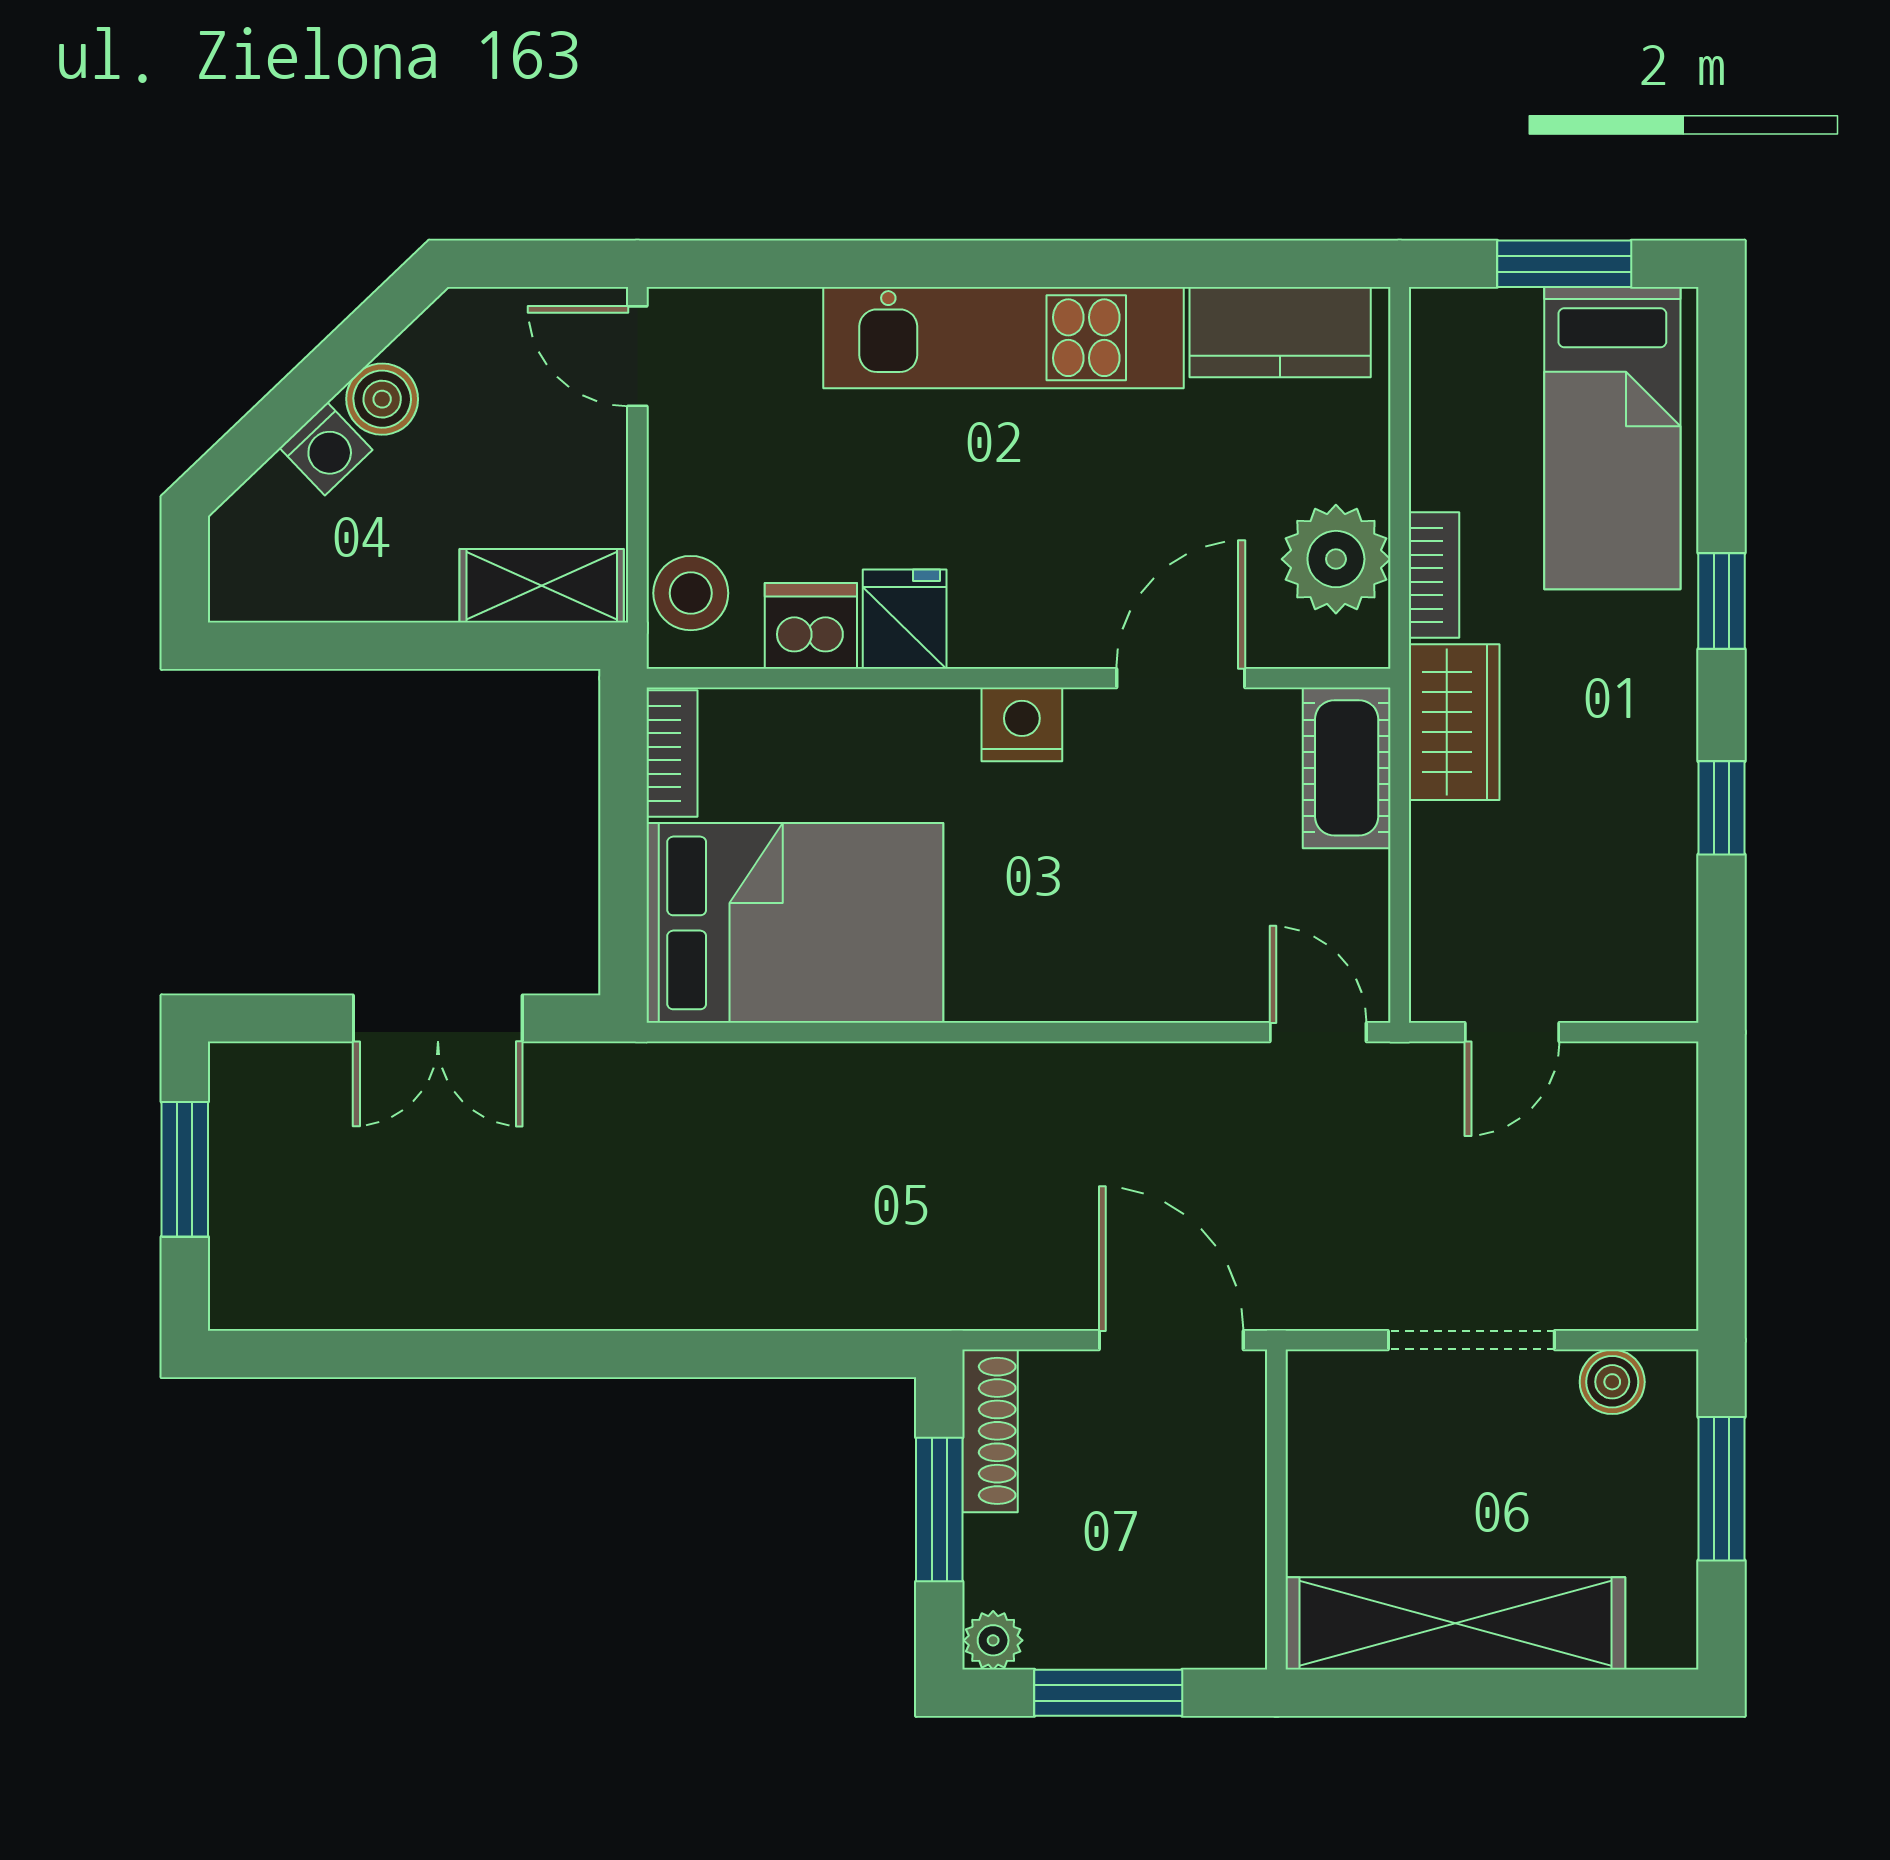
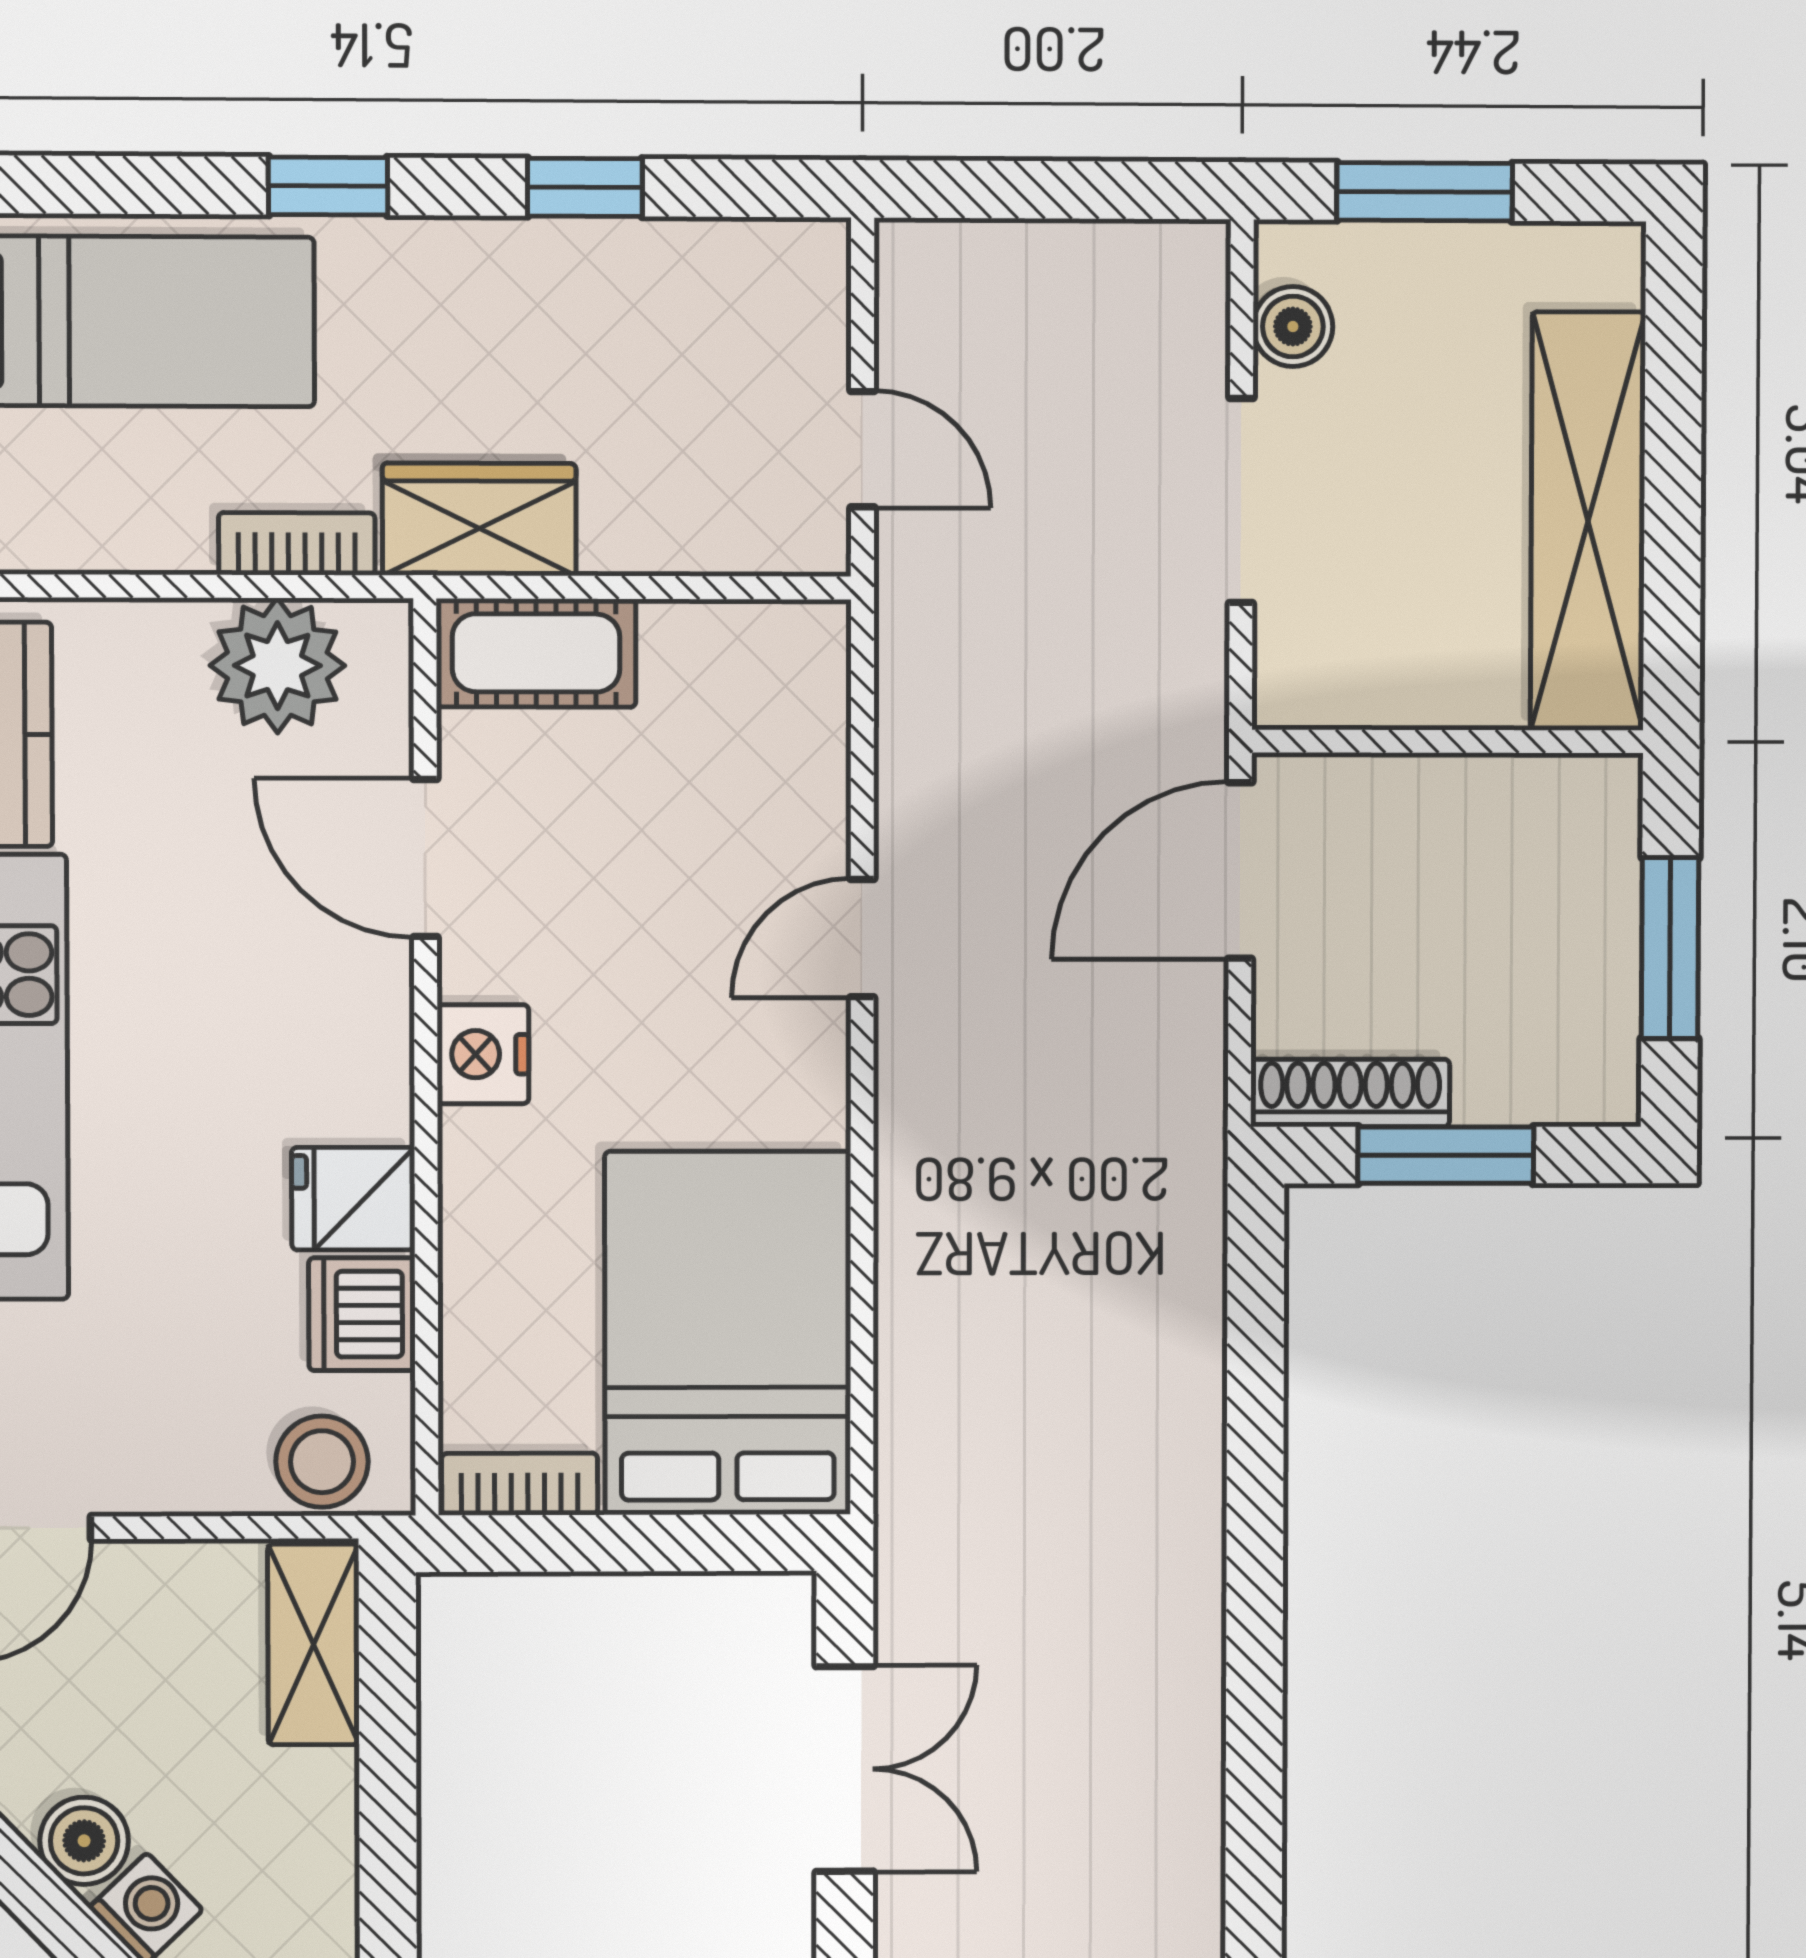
door: (1318, 1032) -> (862, 938), moved
plant: (993, 1640) -> (1605, 1089), removed

